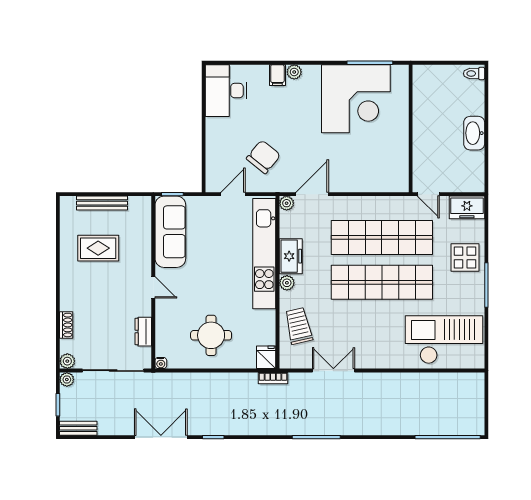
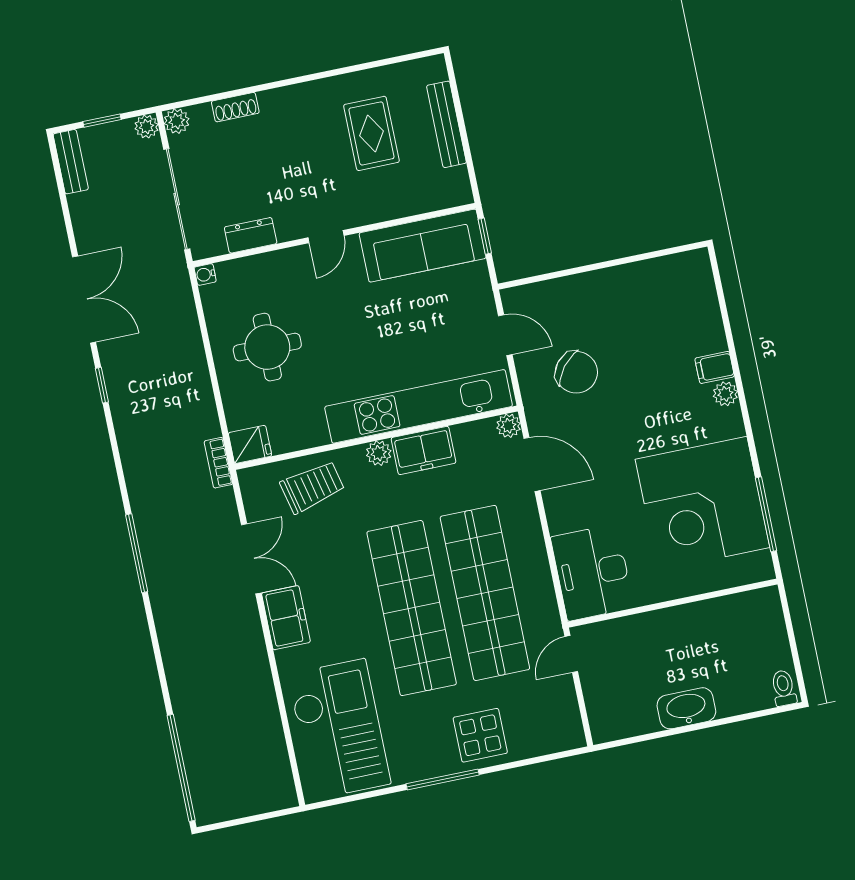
desk: (226, 91) -> (592, 572), moved, turned -90
freezer: (467, 207) -> (286, 618), moved, turned 180

